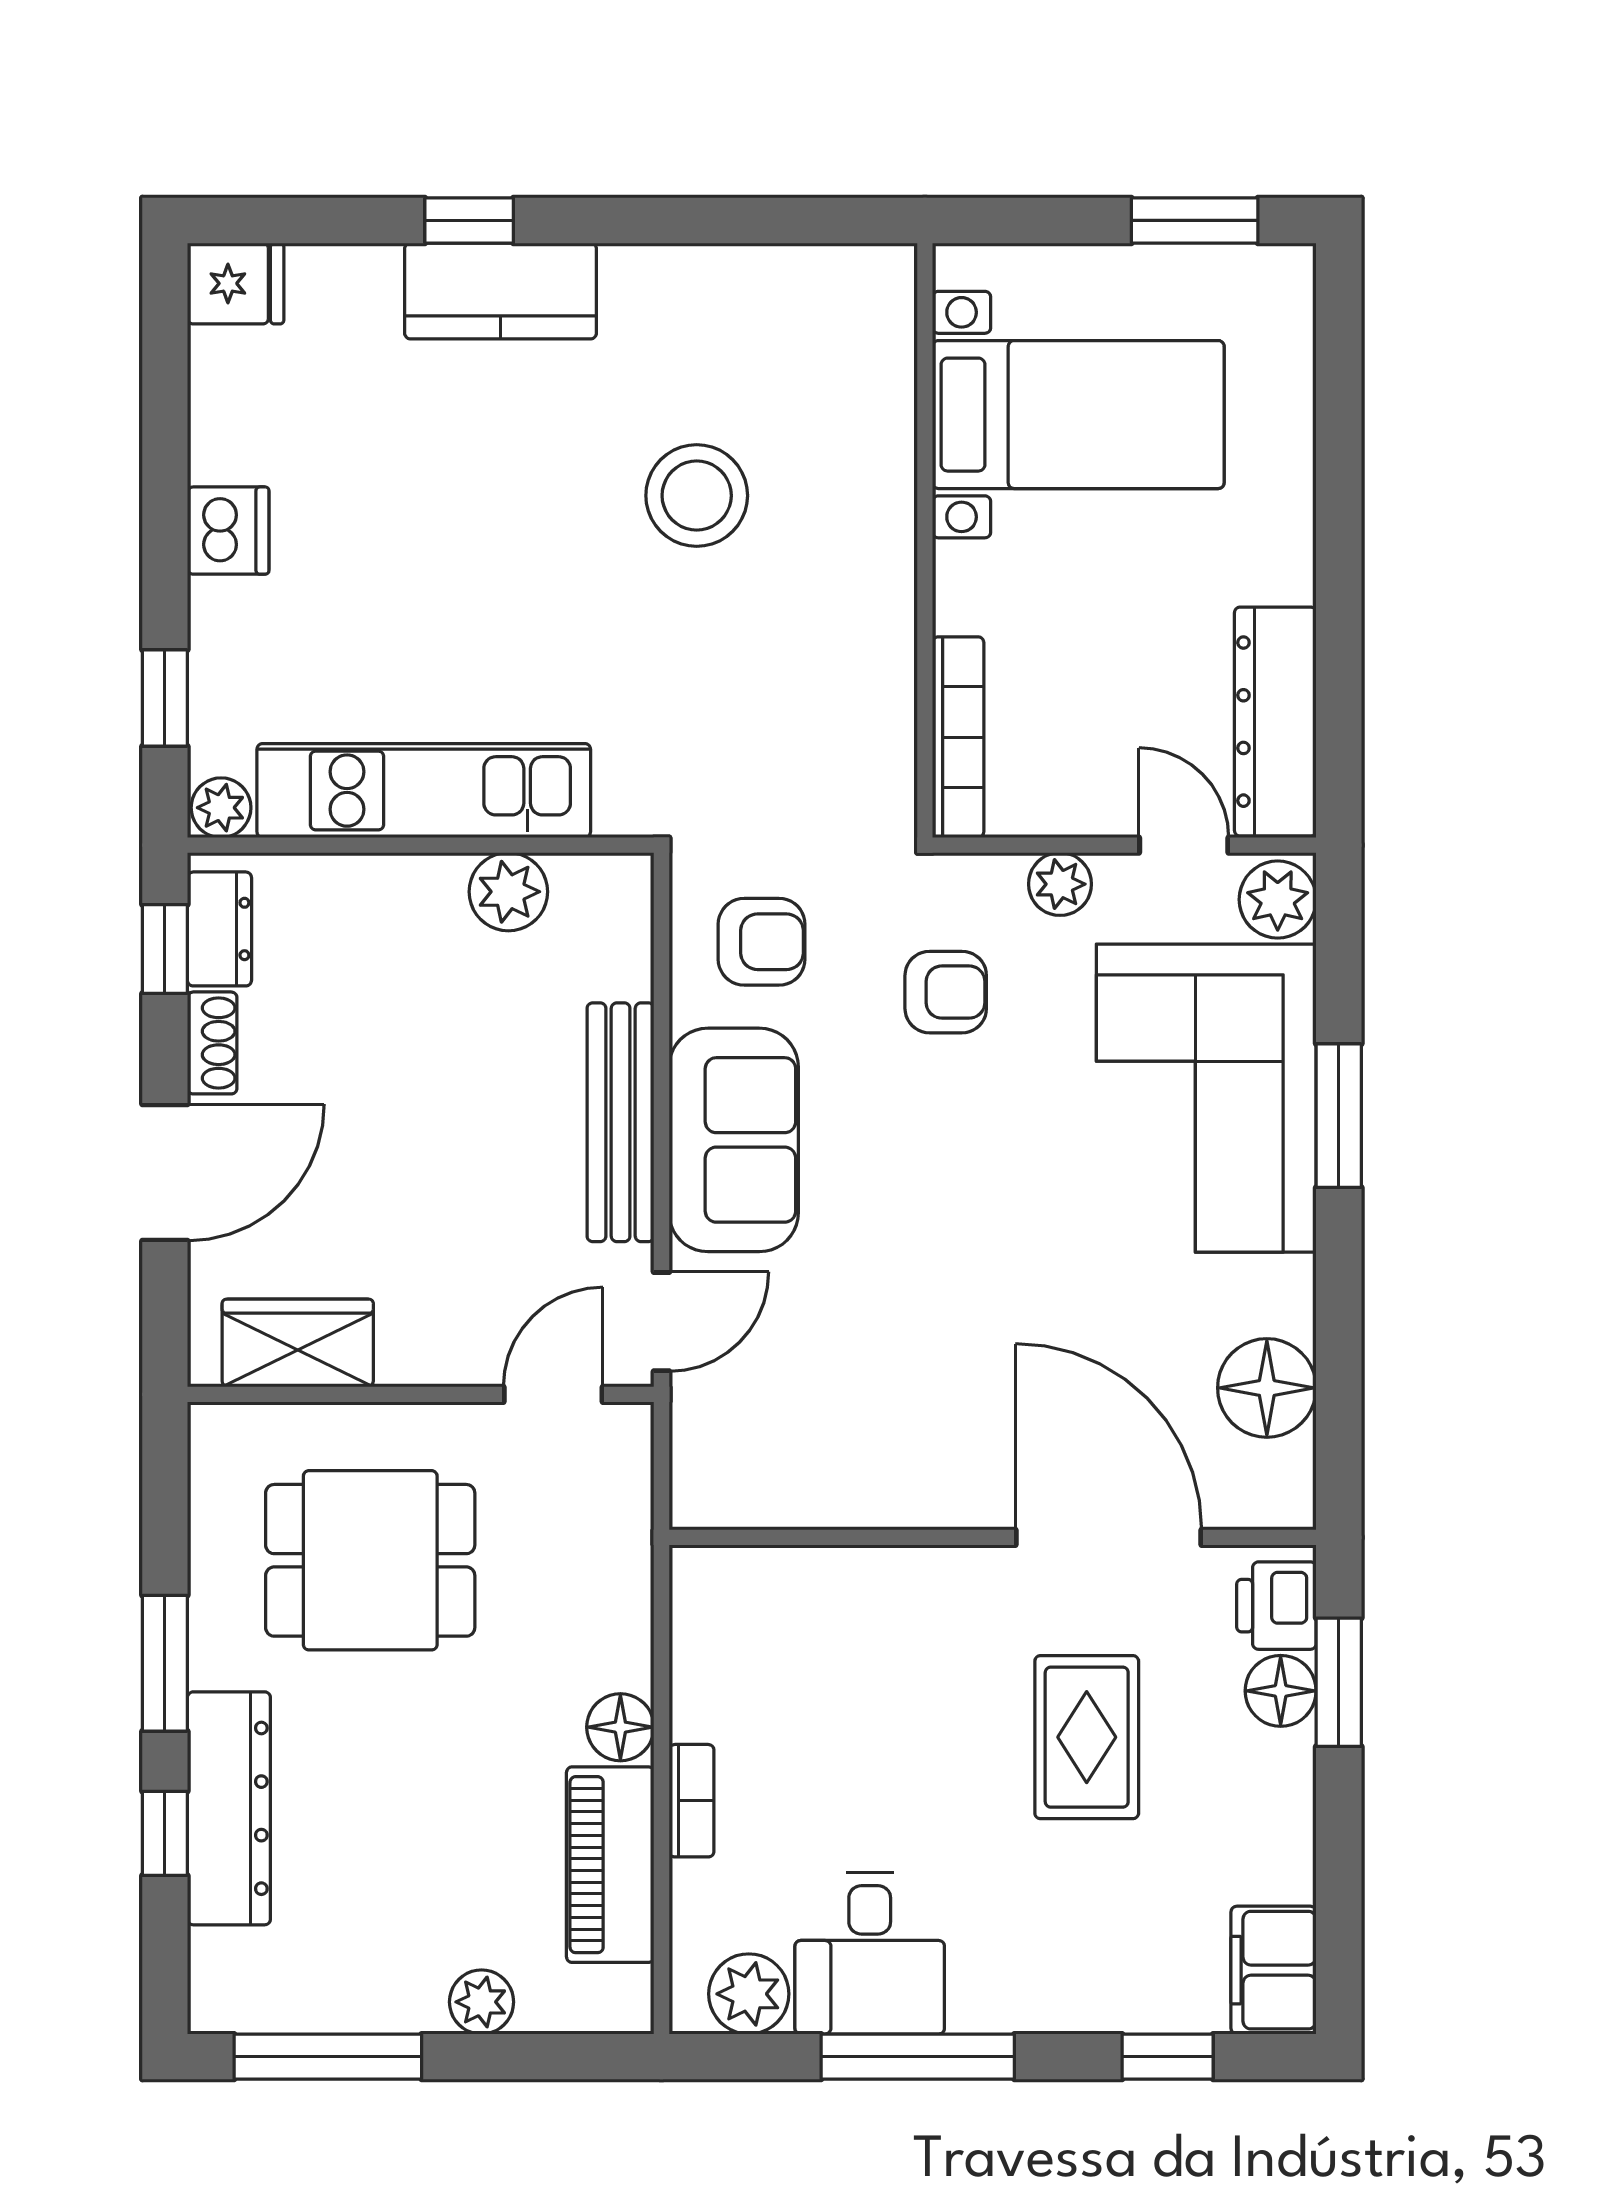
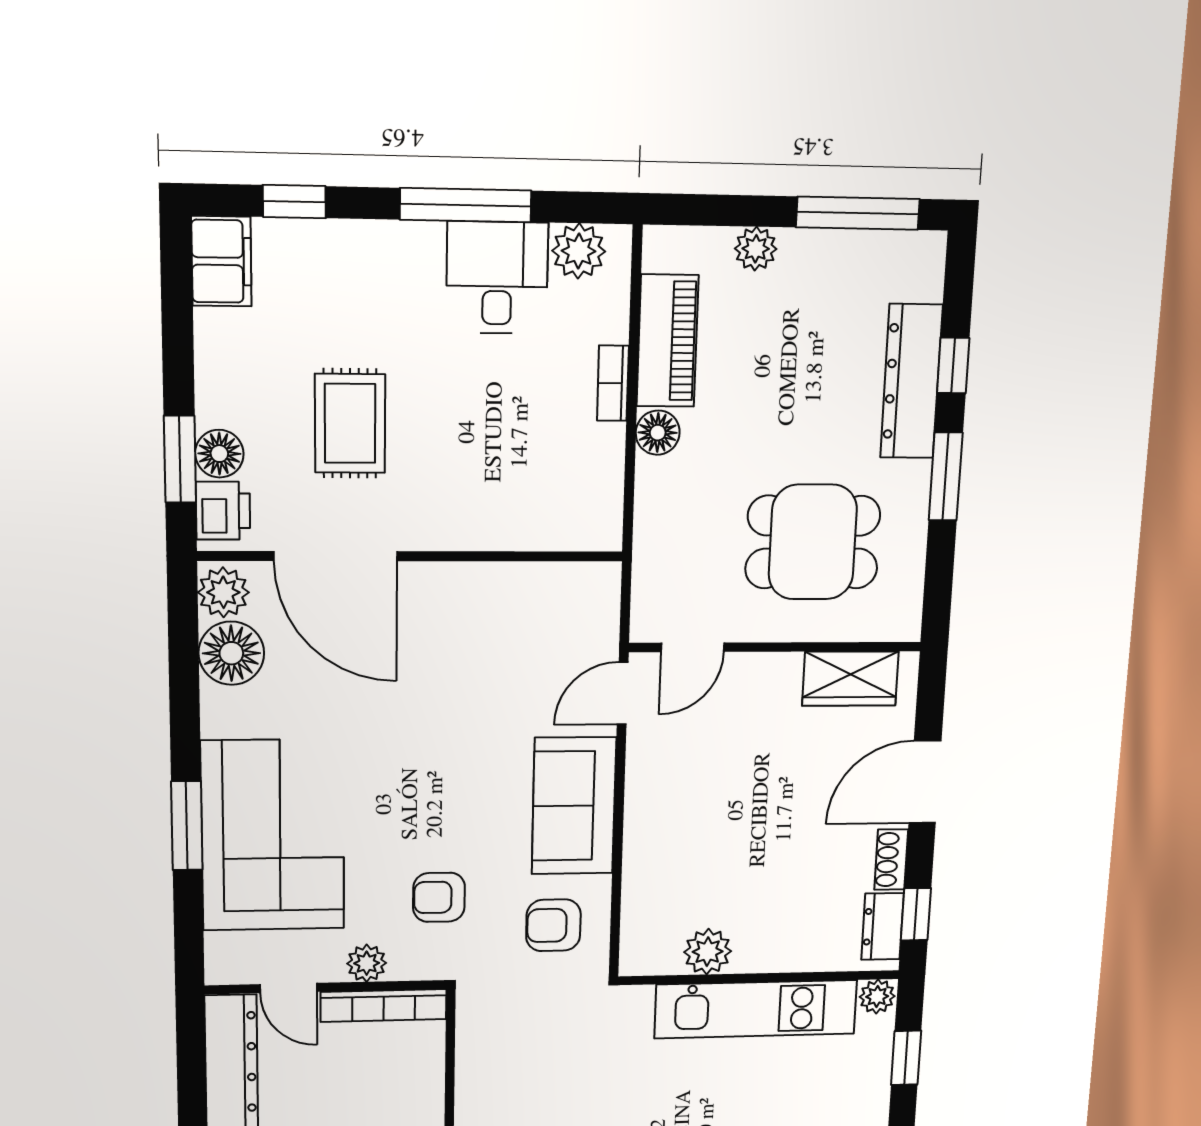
bookcase: (958, 737) -> (384, 1006), moved, turned -90
plant: (1278, 900) -> (223, 592), moved
bench: (621, 1122) -> (644, 816), removed

